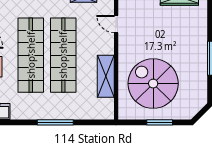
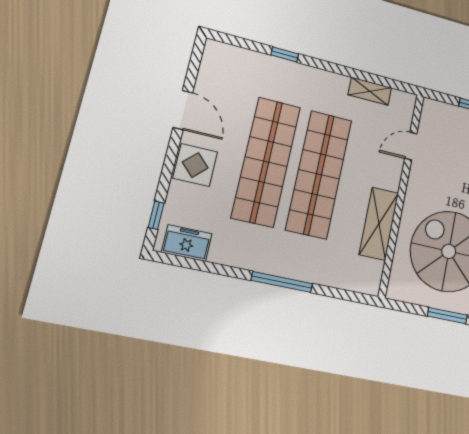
door: (116, 24) -> (411, 146), hinge flipped

